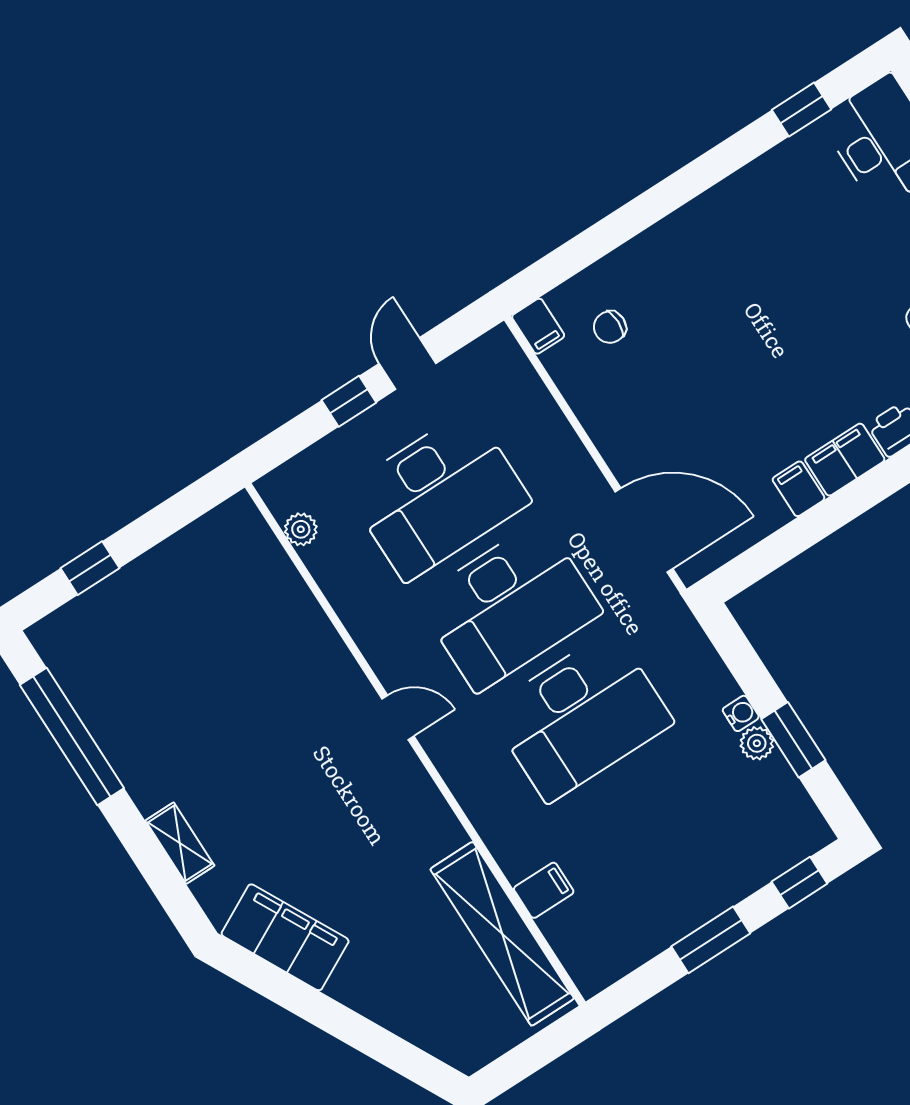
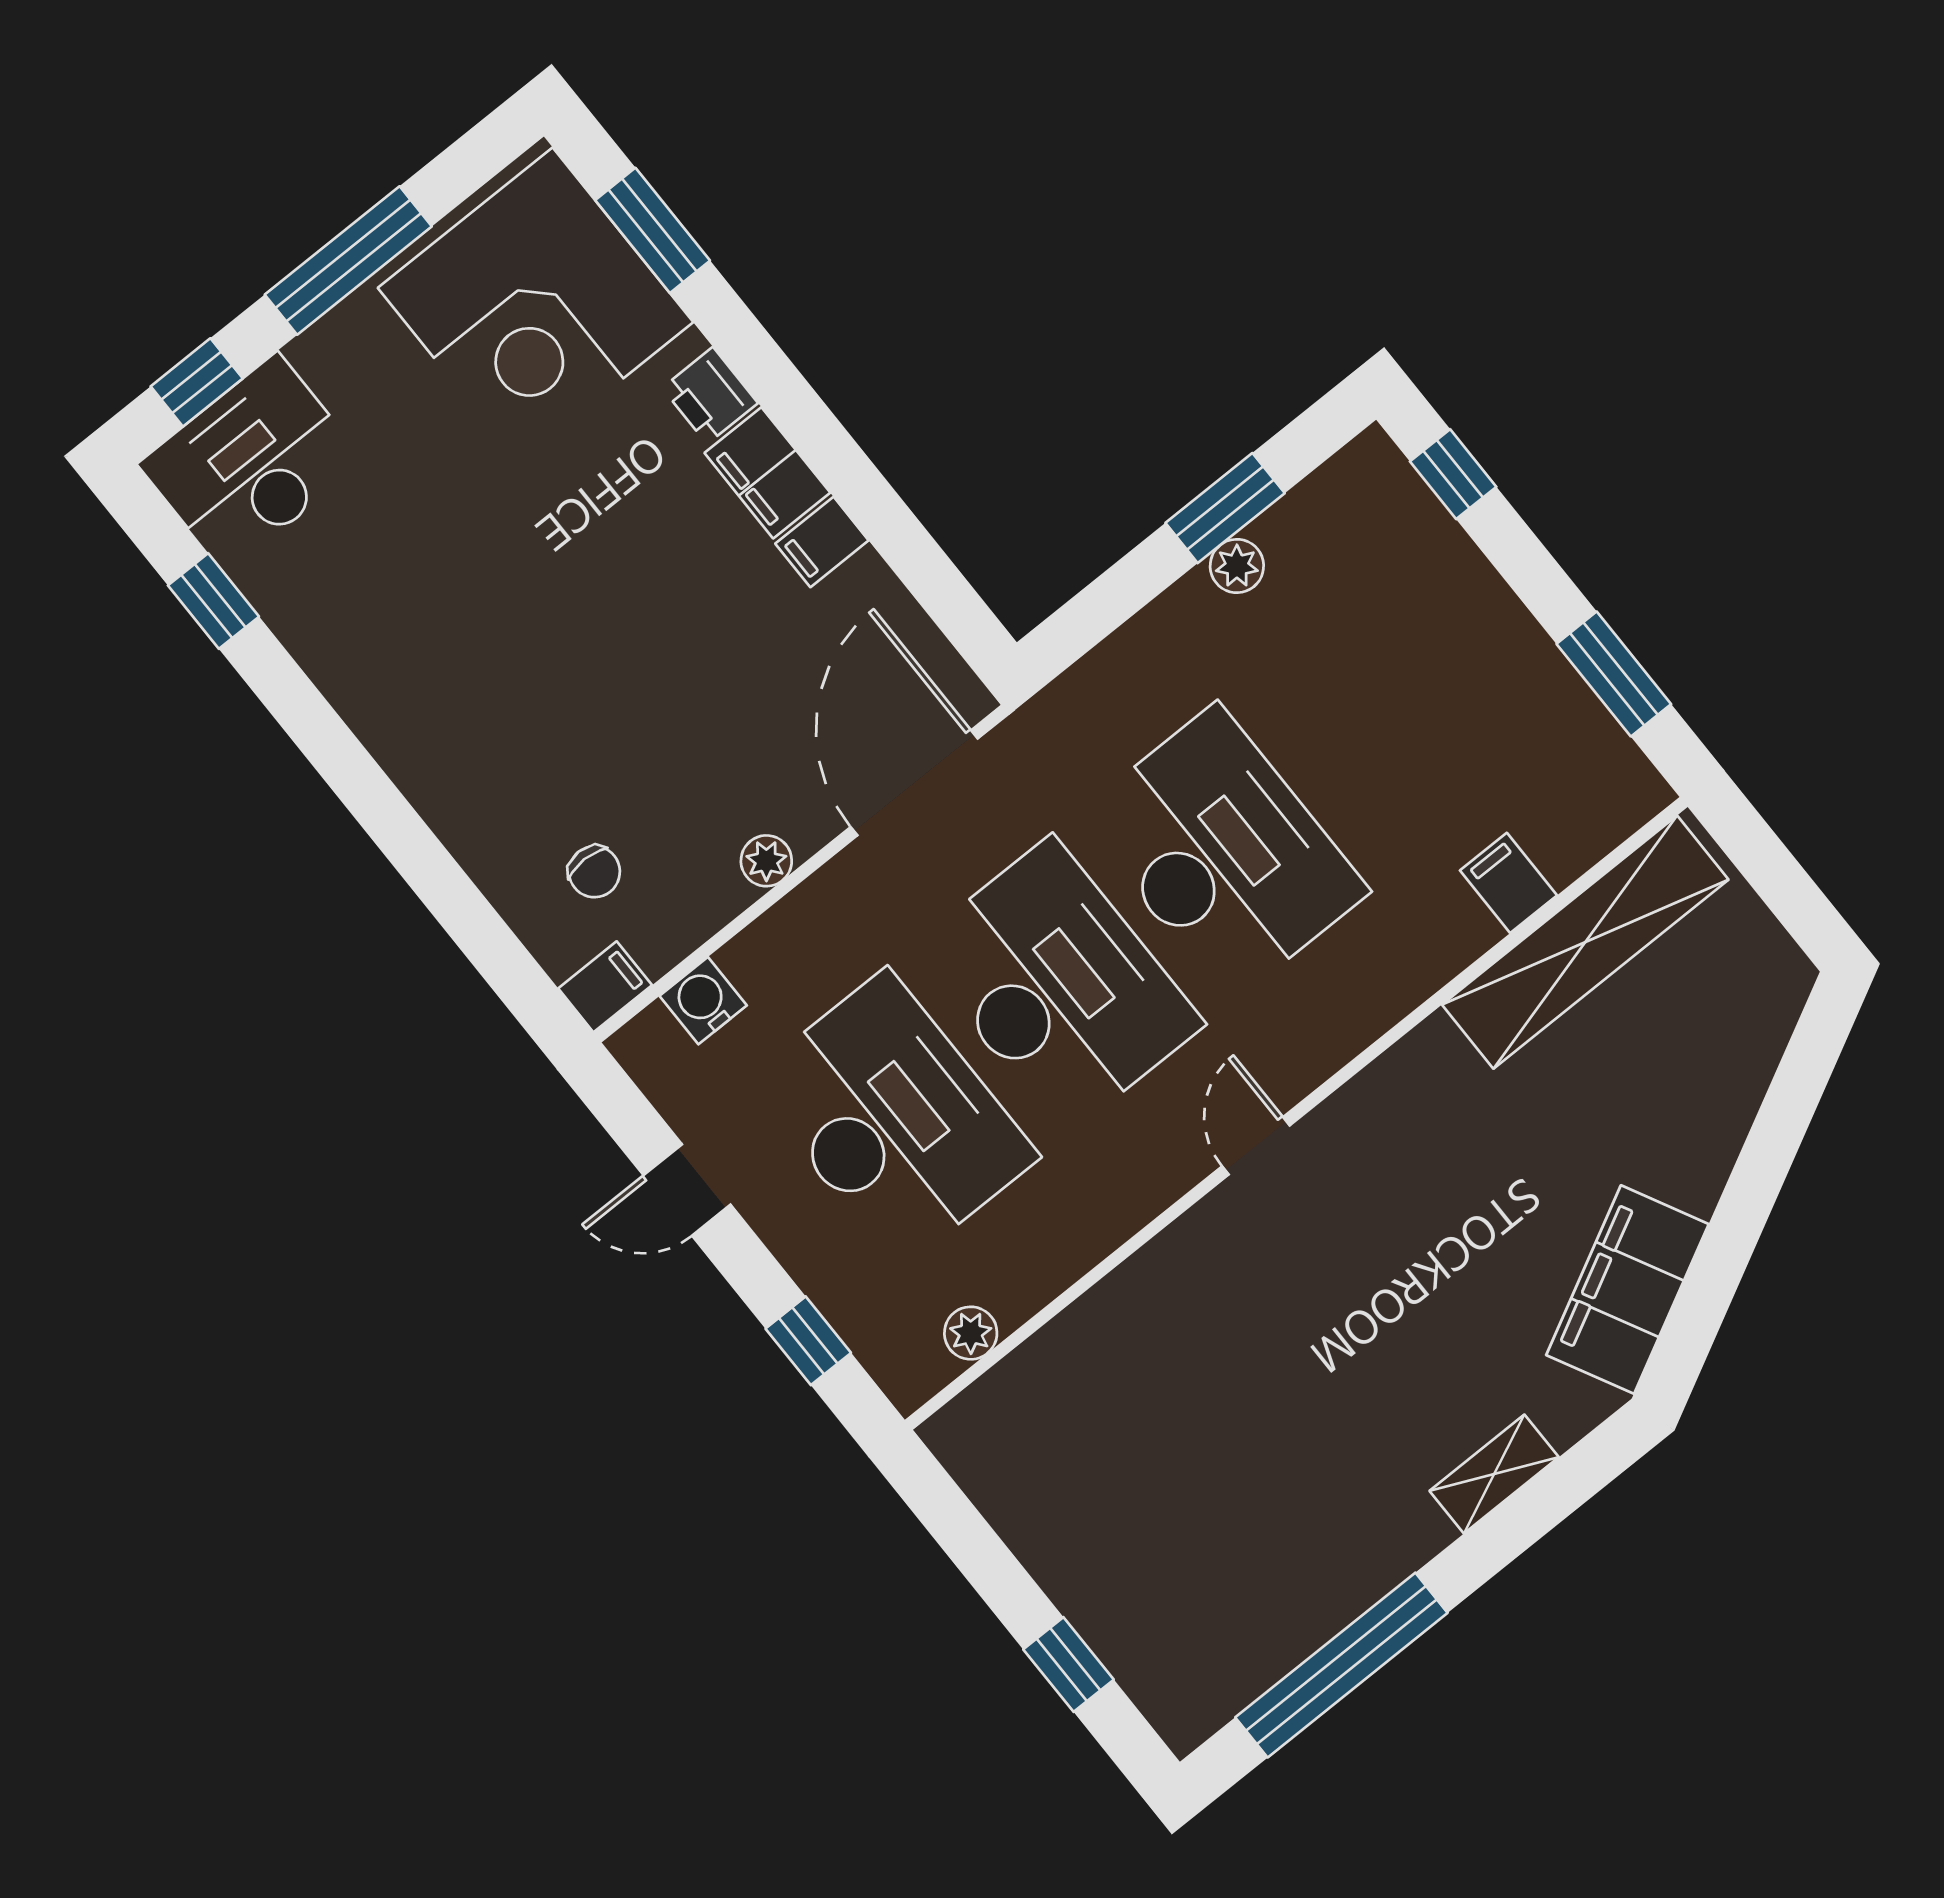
window: (349, 401) -> (808, 1341), moved
plant: (605, 434) -> (766, 861), added
water cooler: (741, 713) -> (703, 1001), moved, width x1.38, depth x1.38
window: (711, 940) -> (1614, 674), moved

